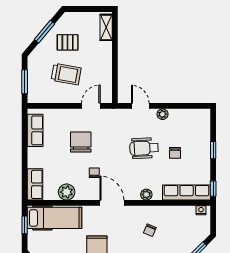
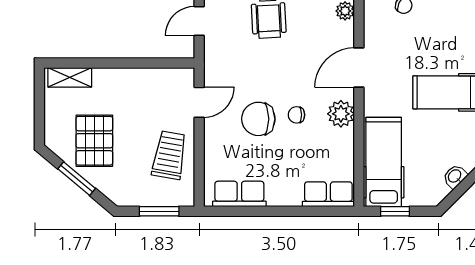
pallet: (68, 42) -> (94, 141), width x1.50, depth x1.42
trolley: (66, 74) -> (169, 155), moved
door: (91, 106) -> (199, 102), swing flipped
chair: (94, 173) -> (296, 115), moved
plant: (67, 192) -> (341, 114), moved

